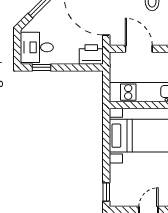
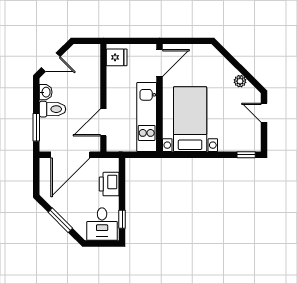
printer: (91, 54) -> (109, 184), moved

